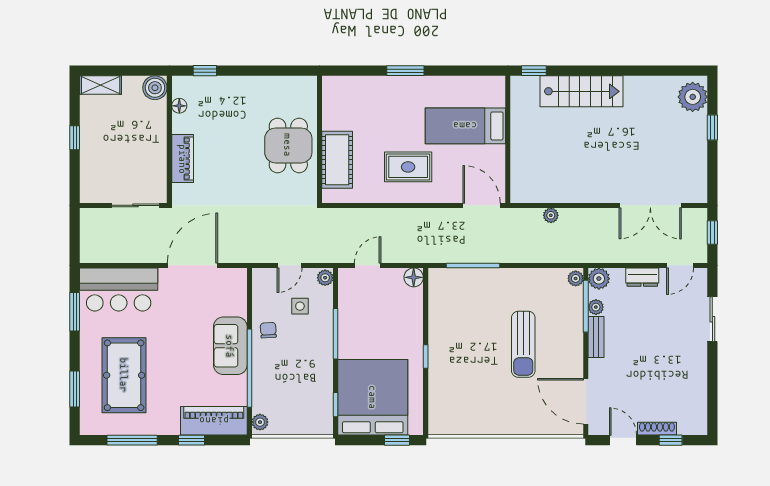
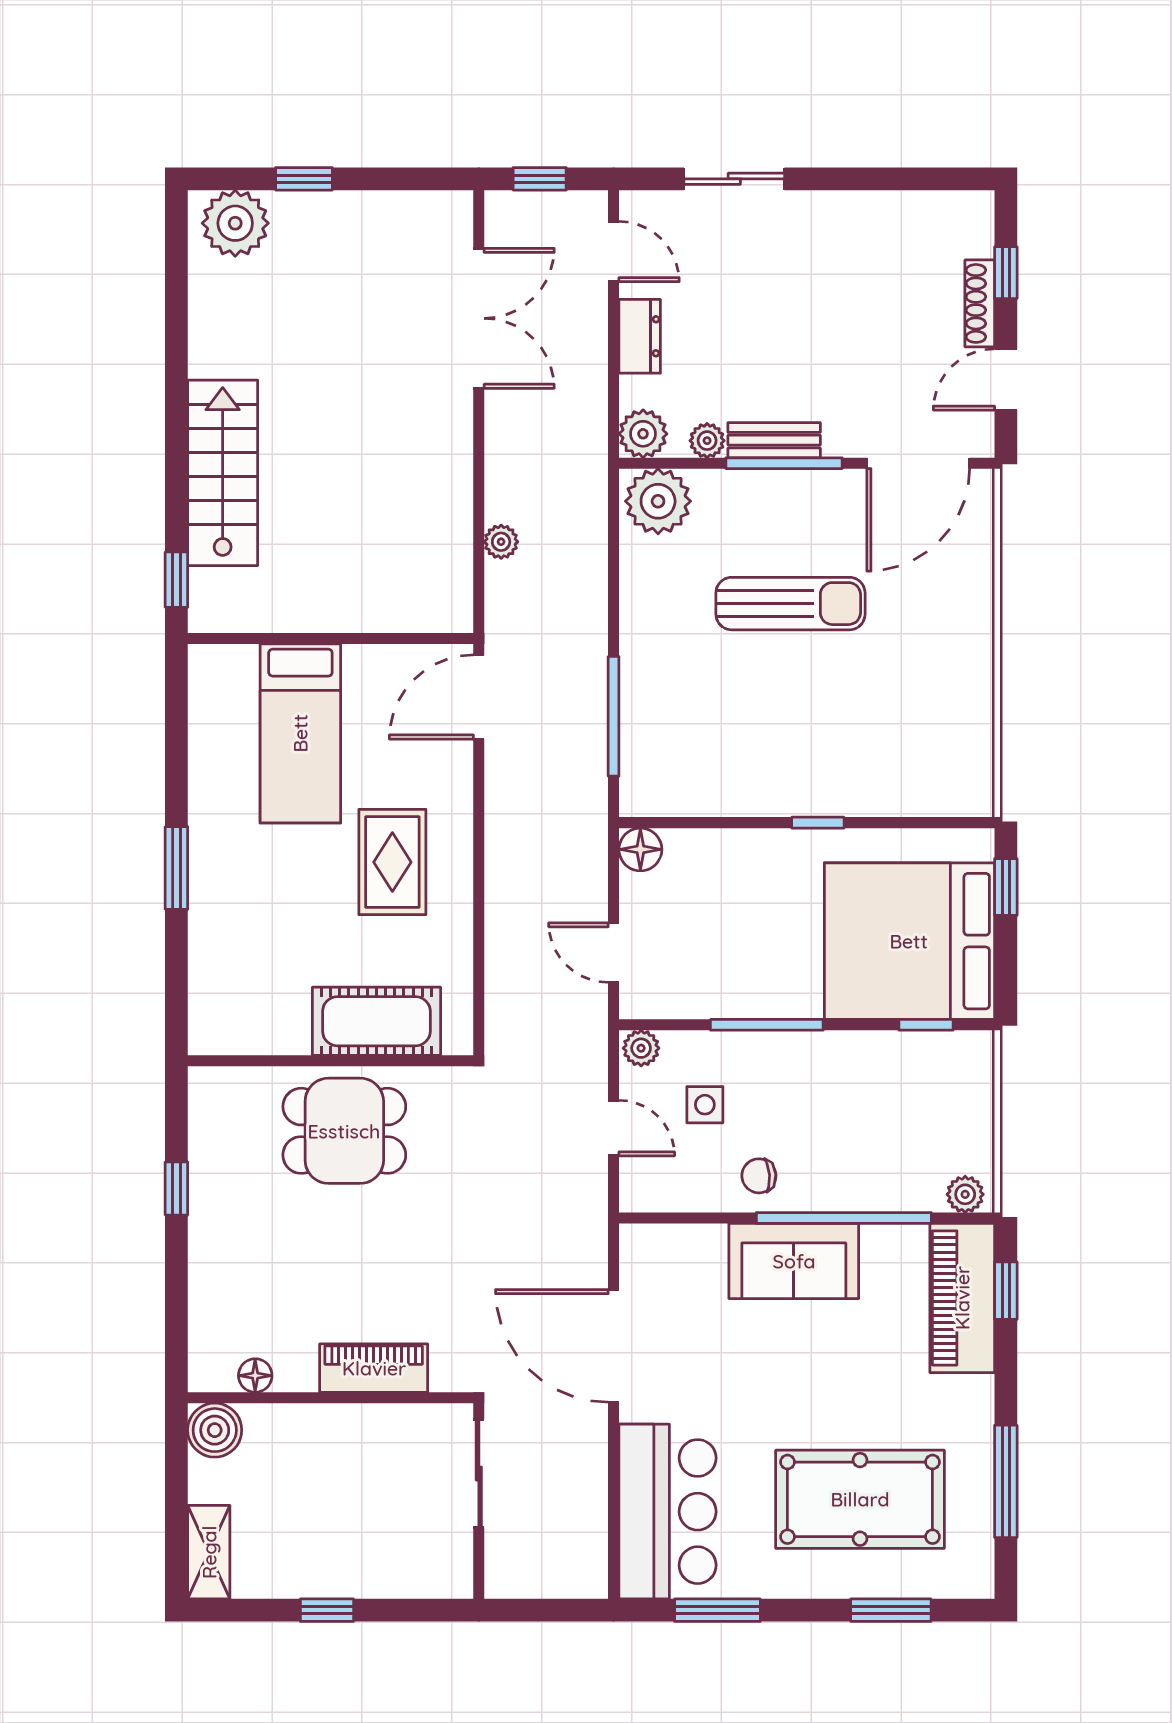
window: (205, 71) -> (176, 1189), moved
plant: (576, 278) -> (658, 501), width x1.87, depth x1.87
window: (586, 306) -> (784, 463), moved
window: (192, 440) -> (1006, 1291), moved

